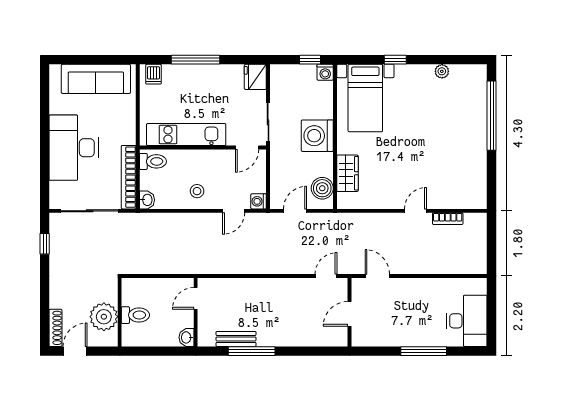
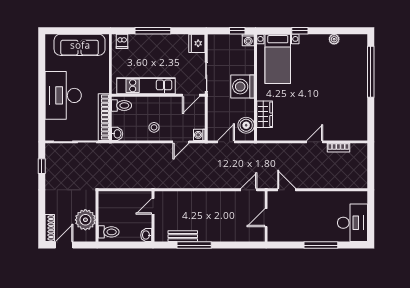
toilet: (135, 315) -> (109, 232), moved

